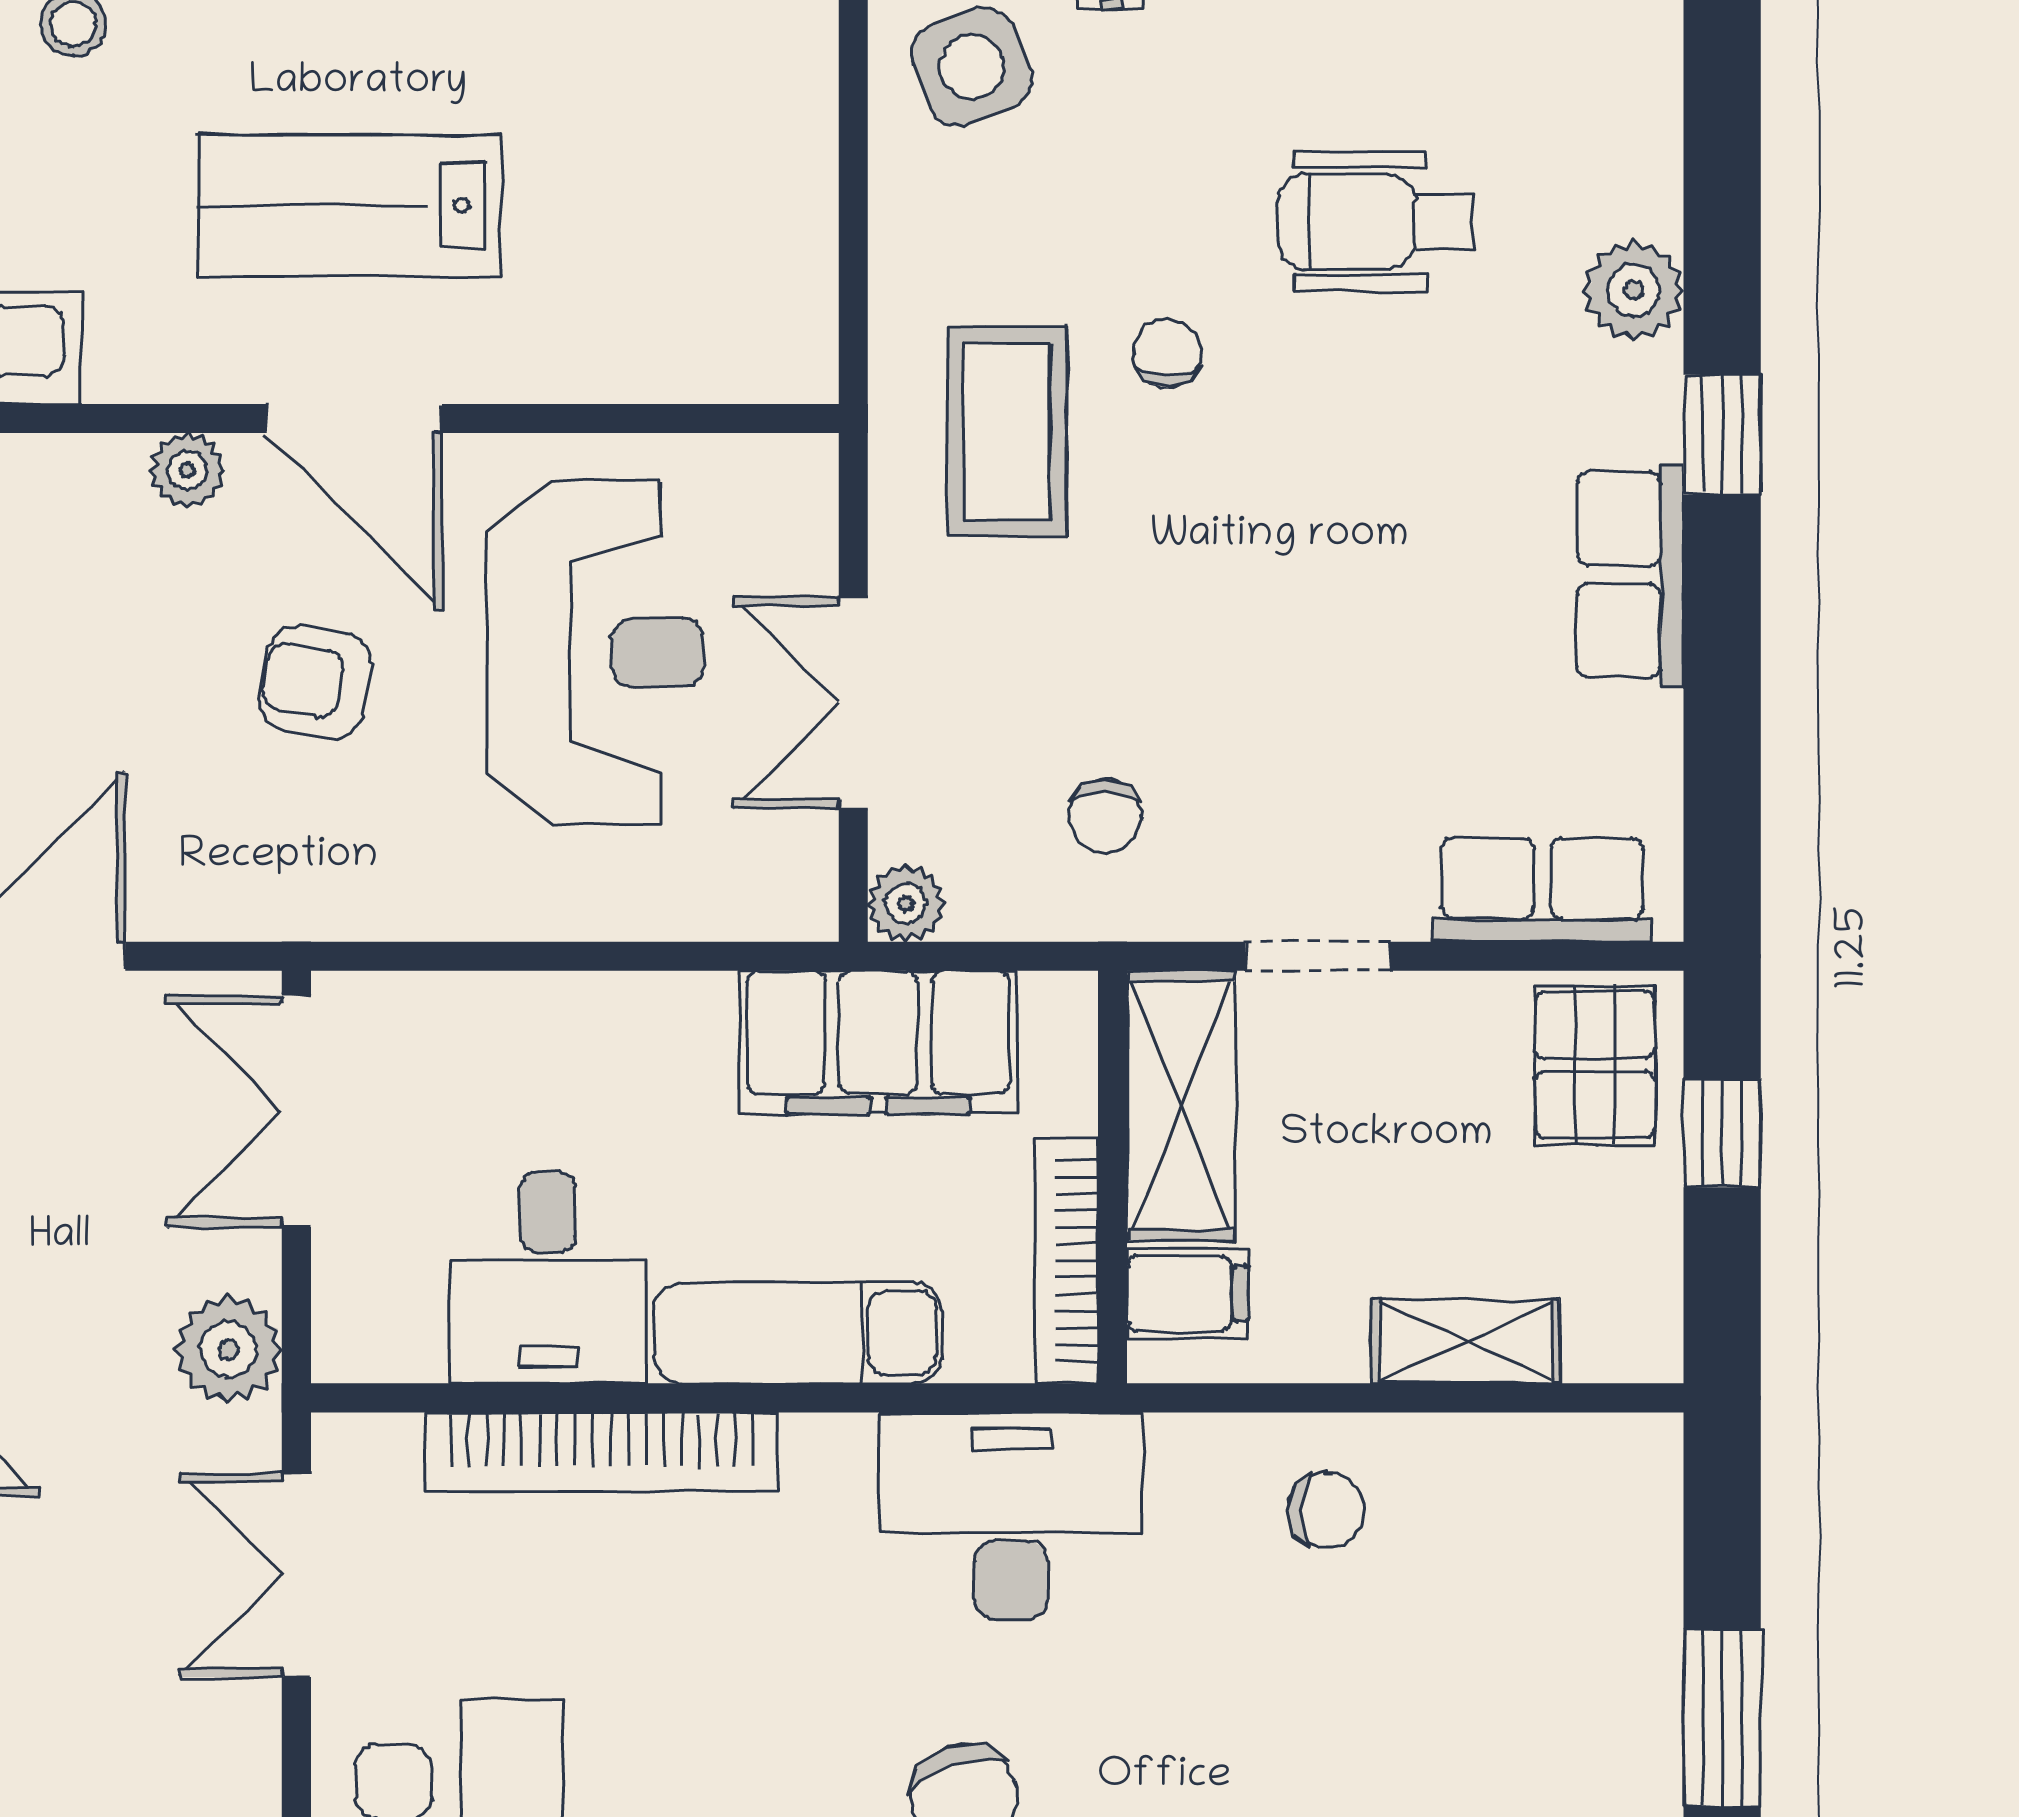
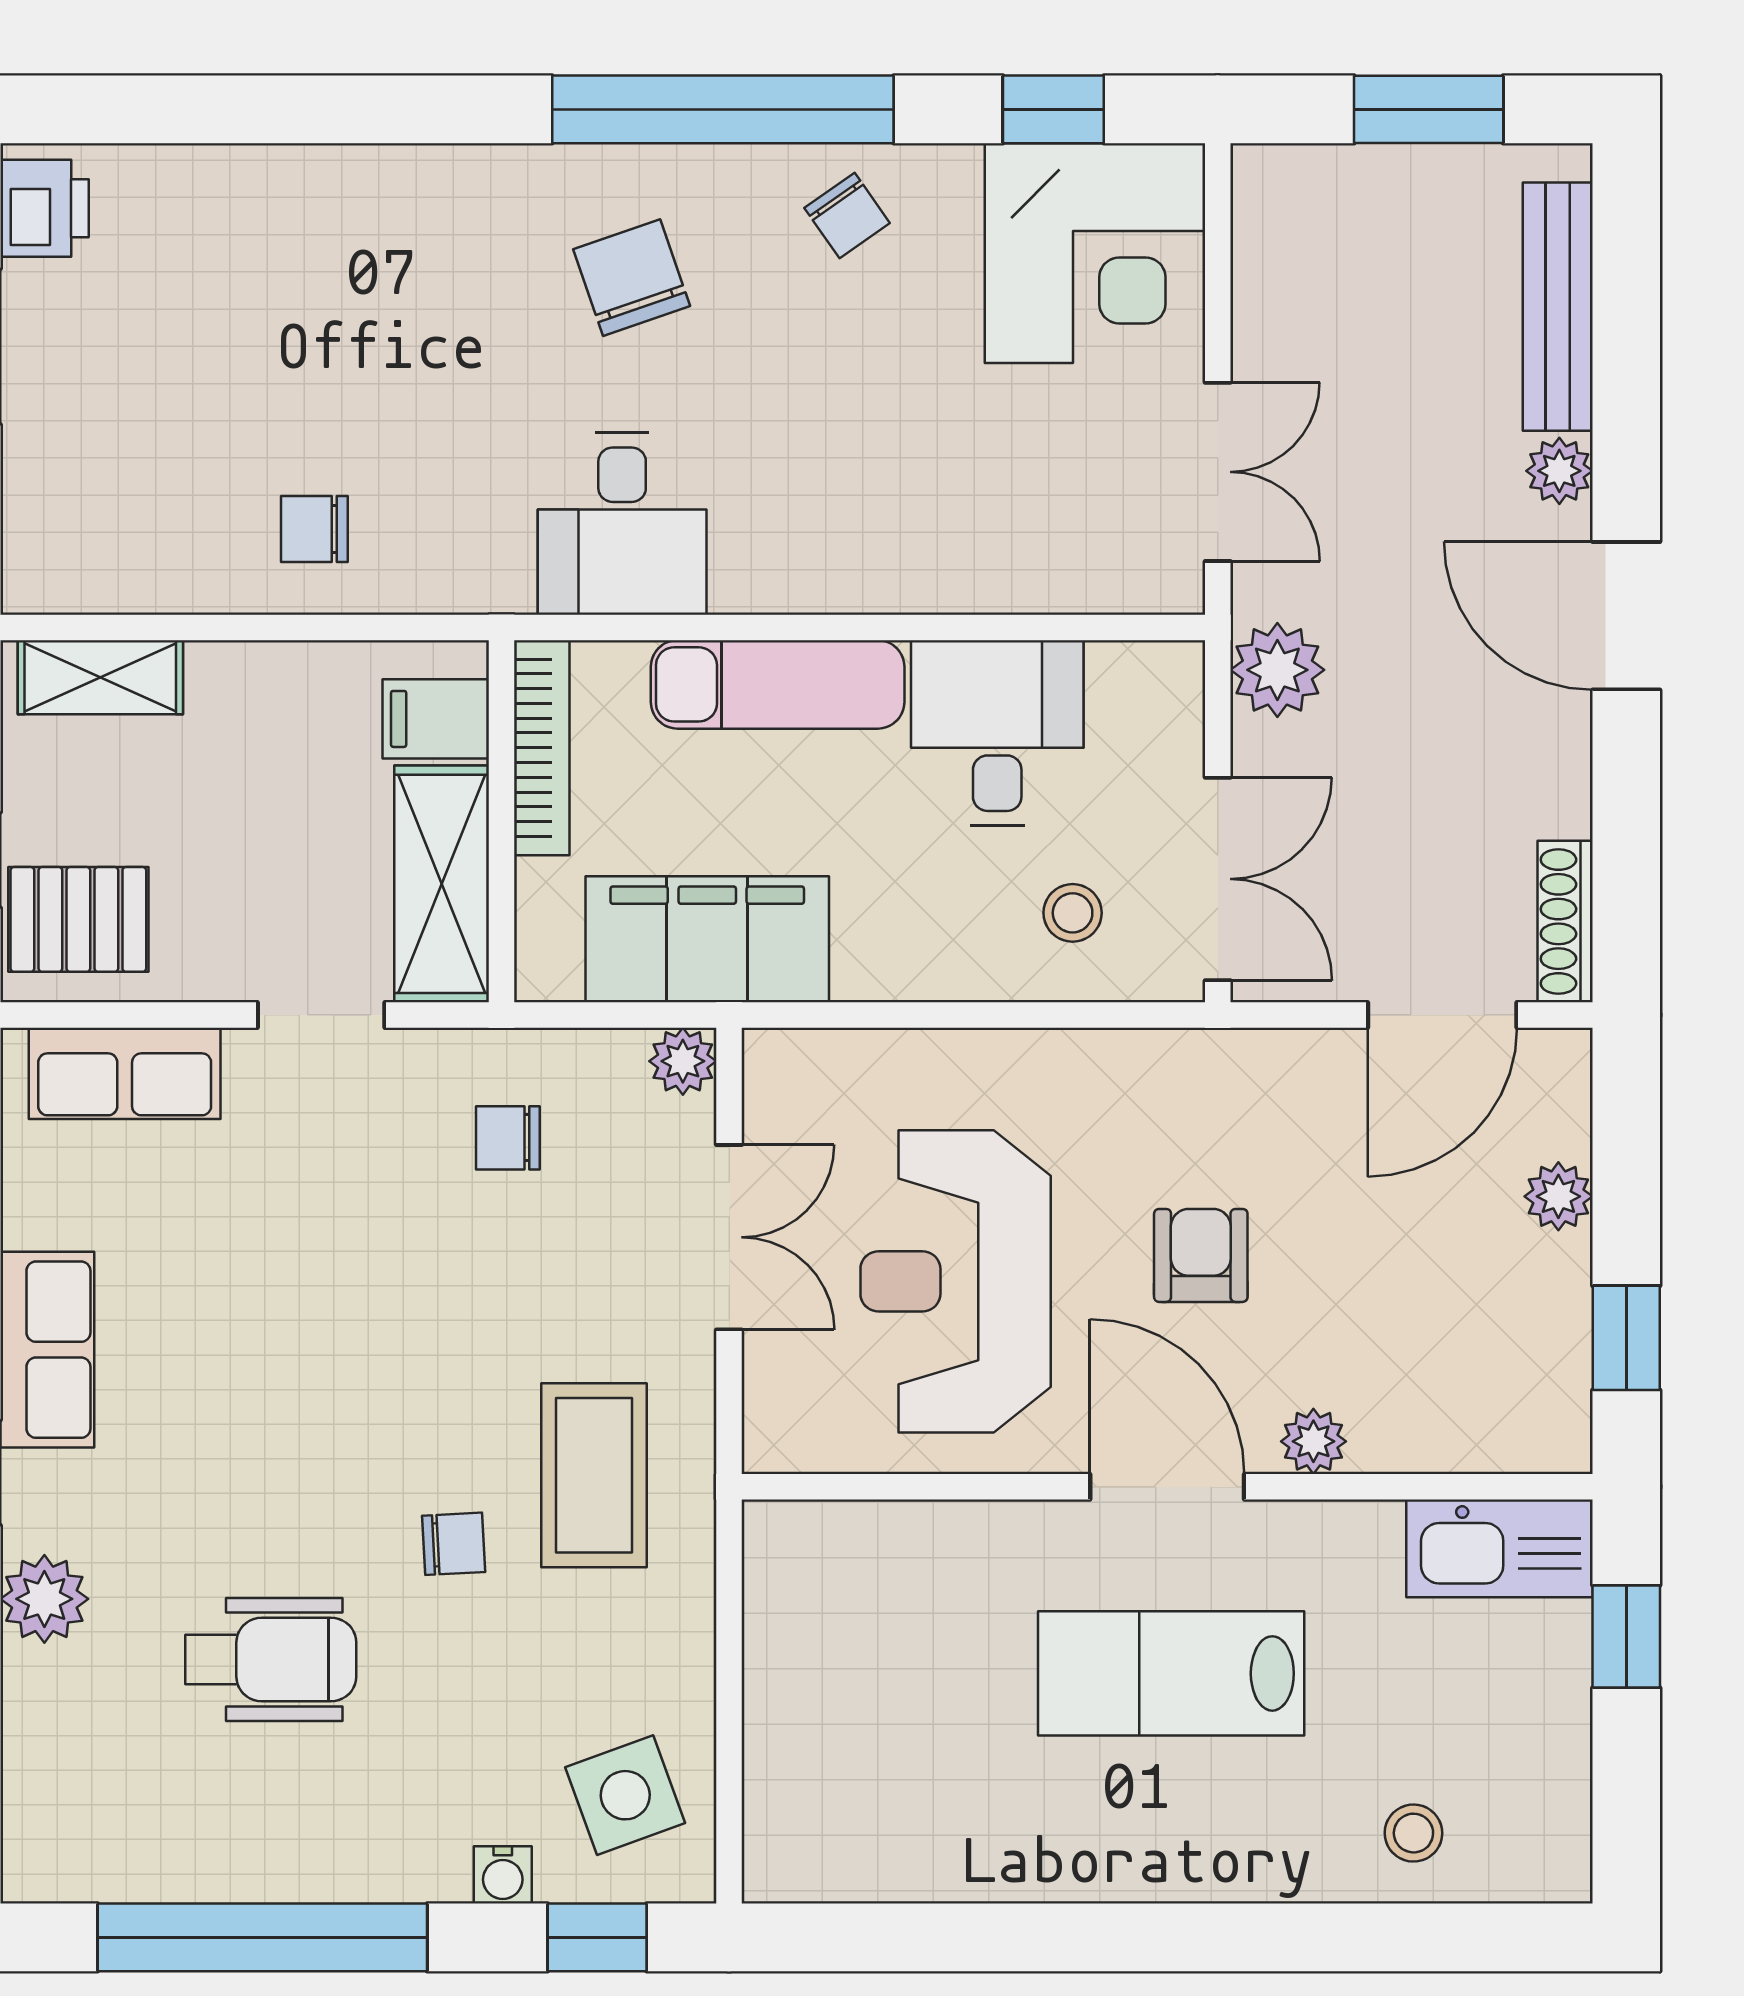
lab bench: (349, 206) -> (1171, 1673), turned 180
chair: (1167, 353) -> (454, 1544), turned -93
armchair: (316, 682) -> (1201, 1255), turned -100
chair: (1105, 816) -> (508, 1138), turned -90
pallet: (1595, 1065) -> (78, 919), turned 90
stool: (462, 1073) -> (1073, 913), added
shelving: (1465, 1341) -> (100, 677), moved
bookcase: (602, 1452) -> (950, 580), removed
desk: (1011, 1516) -> (622, 524), width x0.73

